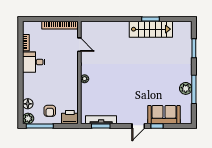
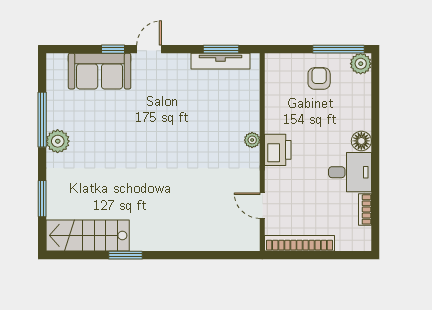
stairs: (151, 29) -> (88, 235), moved
plant: (186, 88) -> (58, 141), moved
floor lamp: (28, 104) -> (361, 141), moved
printer: (70, 117) -> (278, 150), moved, turned -90

